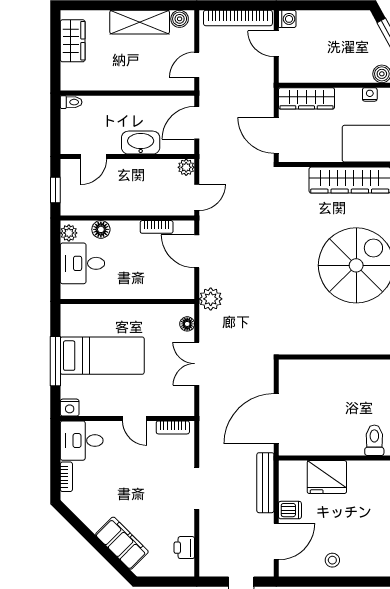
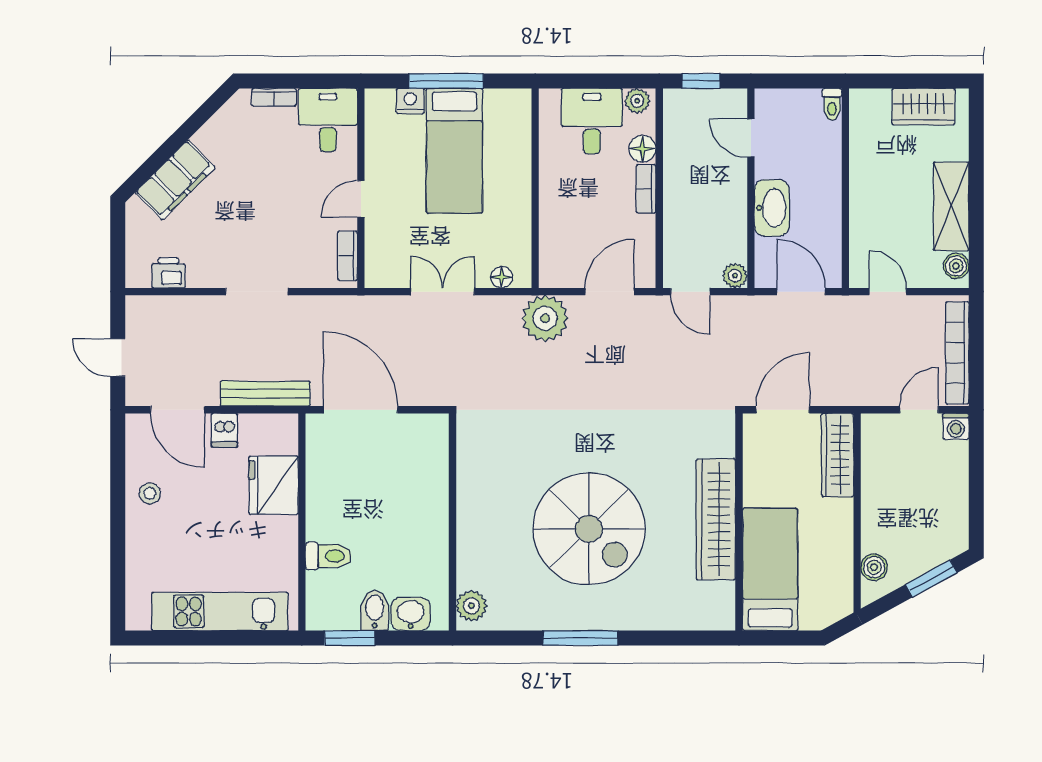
nightstand: (370, 94) -> (843, 549), removed
bookcase: (157, 227) -> (646, 189), moved
plant: (211, 299) -> (545, 318), width x1.36, depth x1.36
nightstand: (70, 408) -> (410, 101), moved, turned 90

